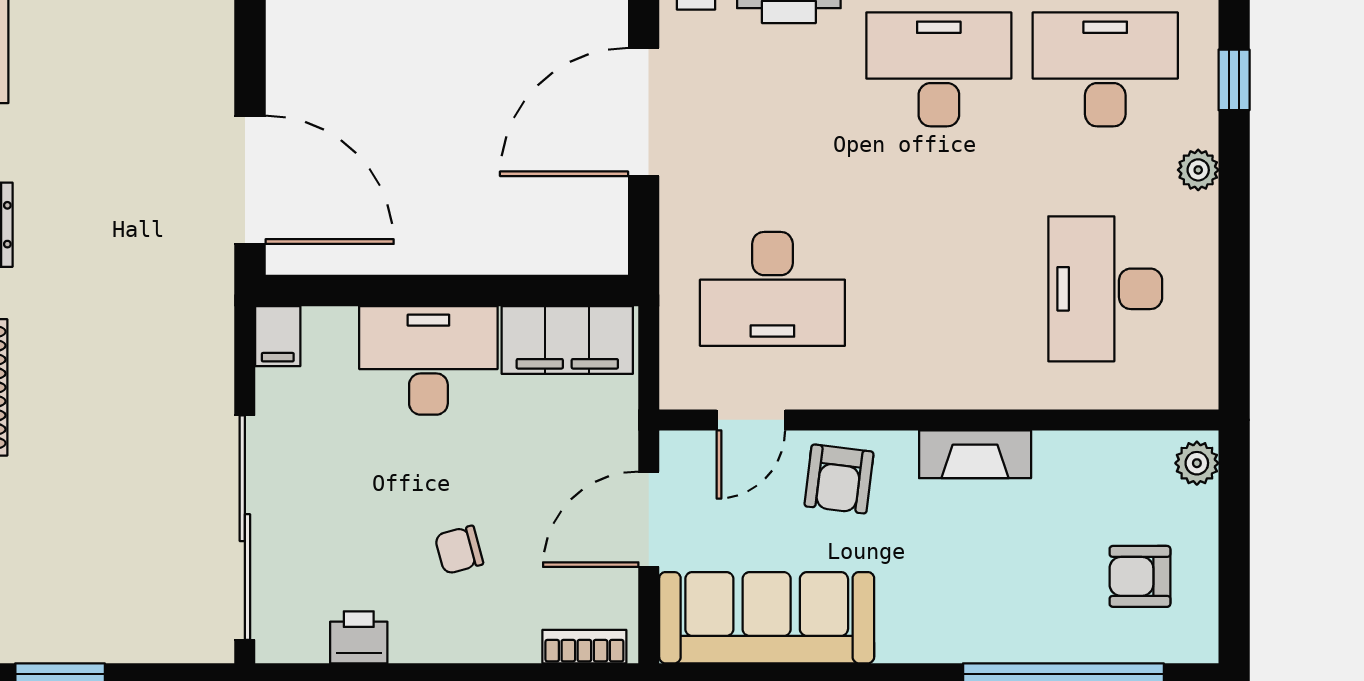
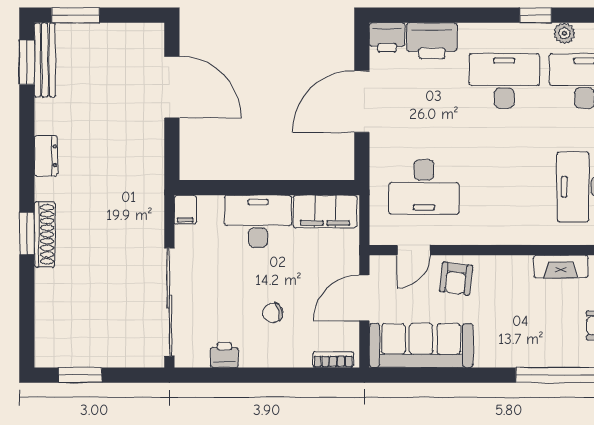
door: (250, 180) -> (172, 87), moved
fireplace: (975, 454) -> (561, 267), moved

